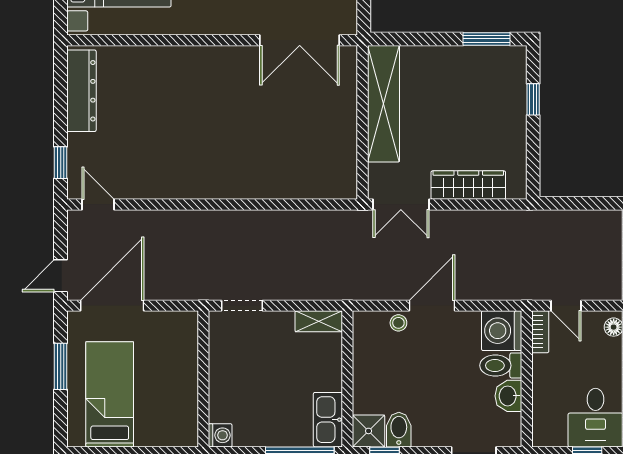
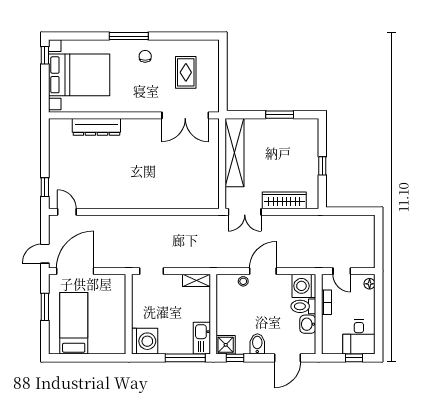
window: (486, 39) -> (280, 115), moved
dresser: (81, 91) -> (96, 127), moved, turned 90
window: (533, 99) -> (322, 166), moved
bookcase: (540, 332) -> (327, 302), moved
bidet: (399, 430) -> (257, 344), moved
washing machine: (220, 435) -> (145, 341), width x1.89, depth x1.89

